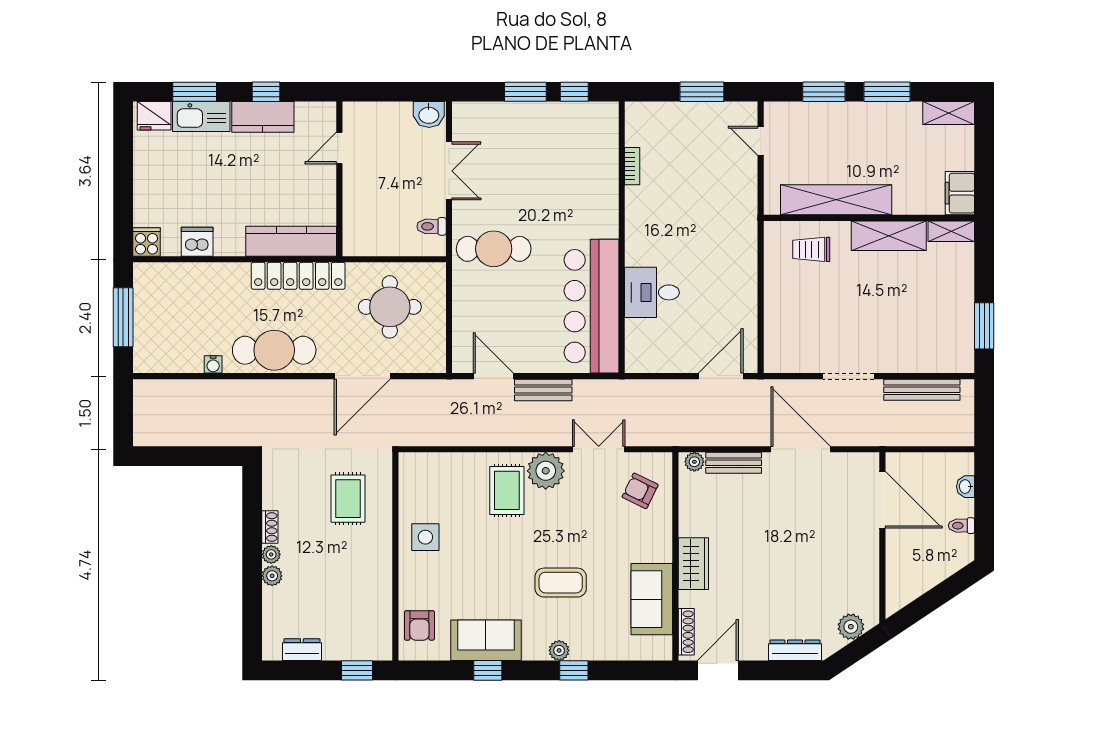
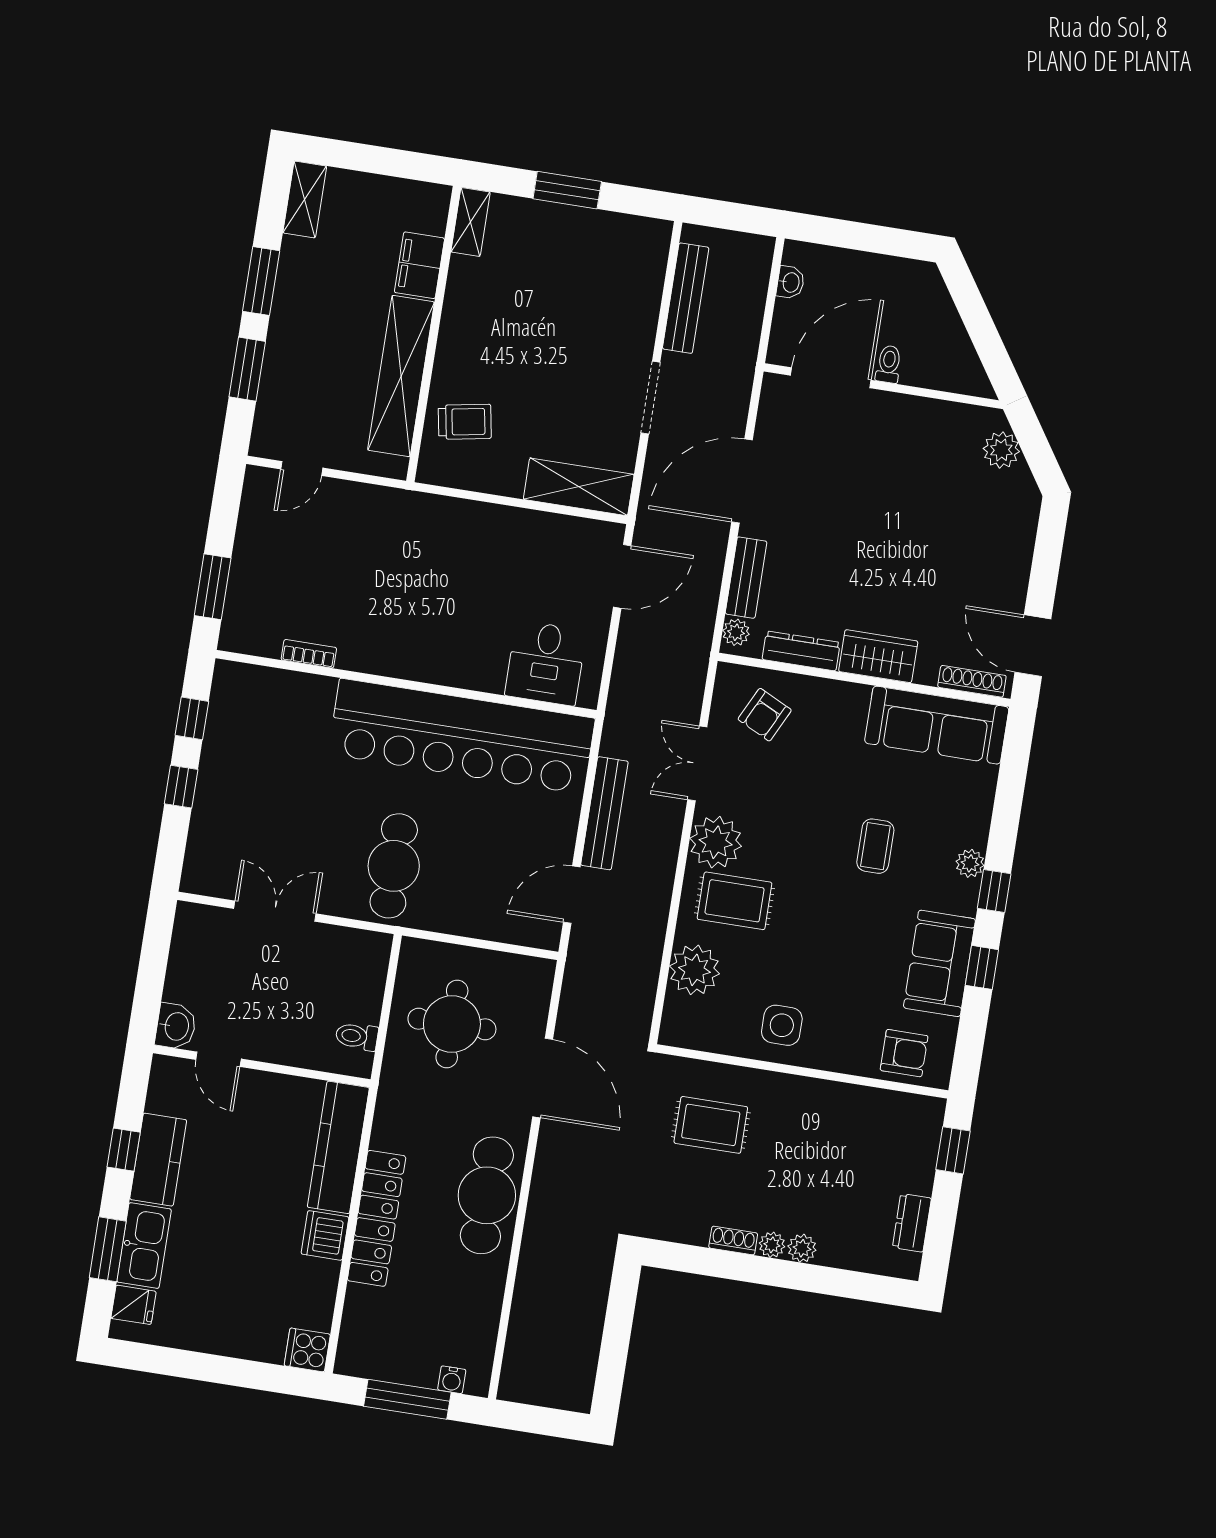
window: (525, 92) -> (181, 787), width x0.67
window: (702, 92) -> (213, 587), moved
washbasin: (429, 115) -> (176, 1026), moved
fridge: (154, 116) -> (134, 1305), width x0.72
filing cabinet: (960, 193) -> (419, 265), moved, turned 90
toilet: (432, 226) -> (357, 1036), moved, turned 90
shelving: (889, 236) -> (579, 487), moved, turned 90
dishwasher: (197, 242) -> (325, 1235), moved
trolley: (811, 249) -> (465, 422), turned -100
locker: (298, 276) -> (377, 1218), moved
desk: (652, 292) -> (546, 663), moved
bar counter: (592, 306) -> (462, 736), width x1.36
window: (984, 326) -> (567, 190), moved
water cooler: (213, 364) -> (452, 1380), moved, turned 90
door: (721, 376) -> (622, 576), swing flipped
bench: (543, 390) -> (604, 813), width x1.36
plant: (454, 470) -> (694, 970), added
washbasin: (966, 487) -> (790, 282), moved, turned -90
toilet: (961, 526) -> (889, 364), moved, turned 180
coffee table: (561, 583) -> (875, 846), width x0.73, depth x0.77
sofa: (652, 599) -> (937, 725), width x1.36
dresser: (795, 650) -> (801, 651), moved, turned 90
window: (574, 670) -> (994, 891), moved

